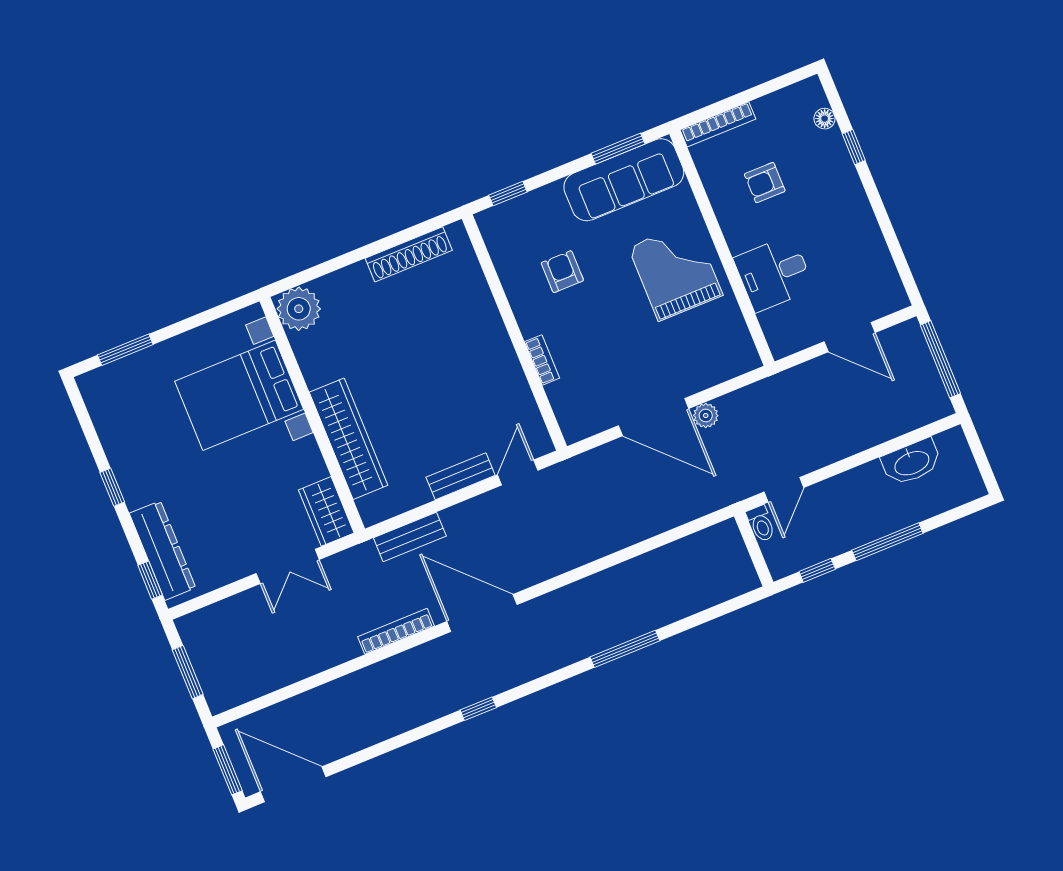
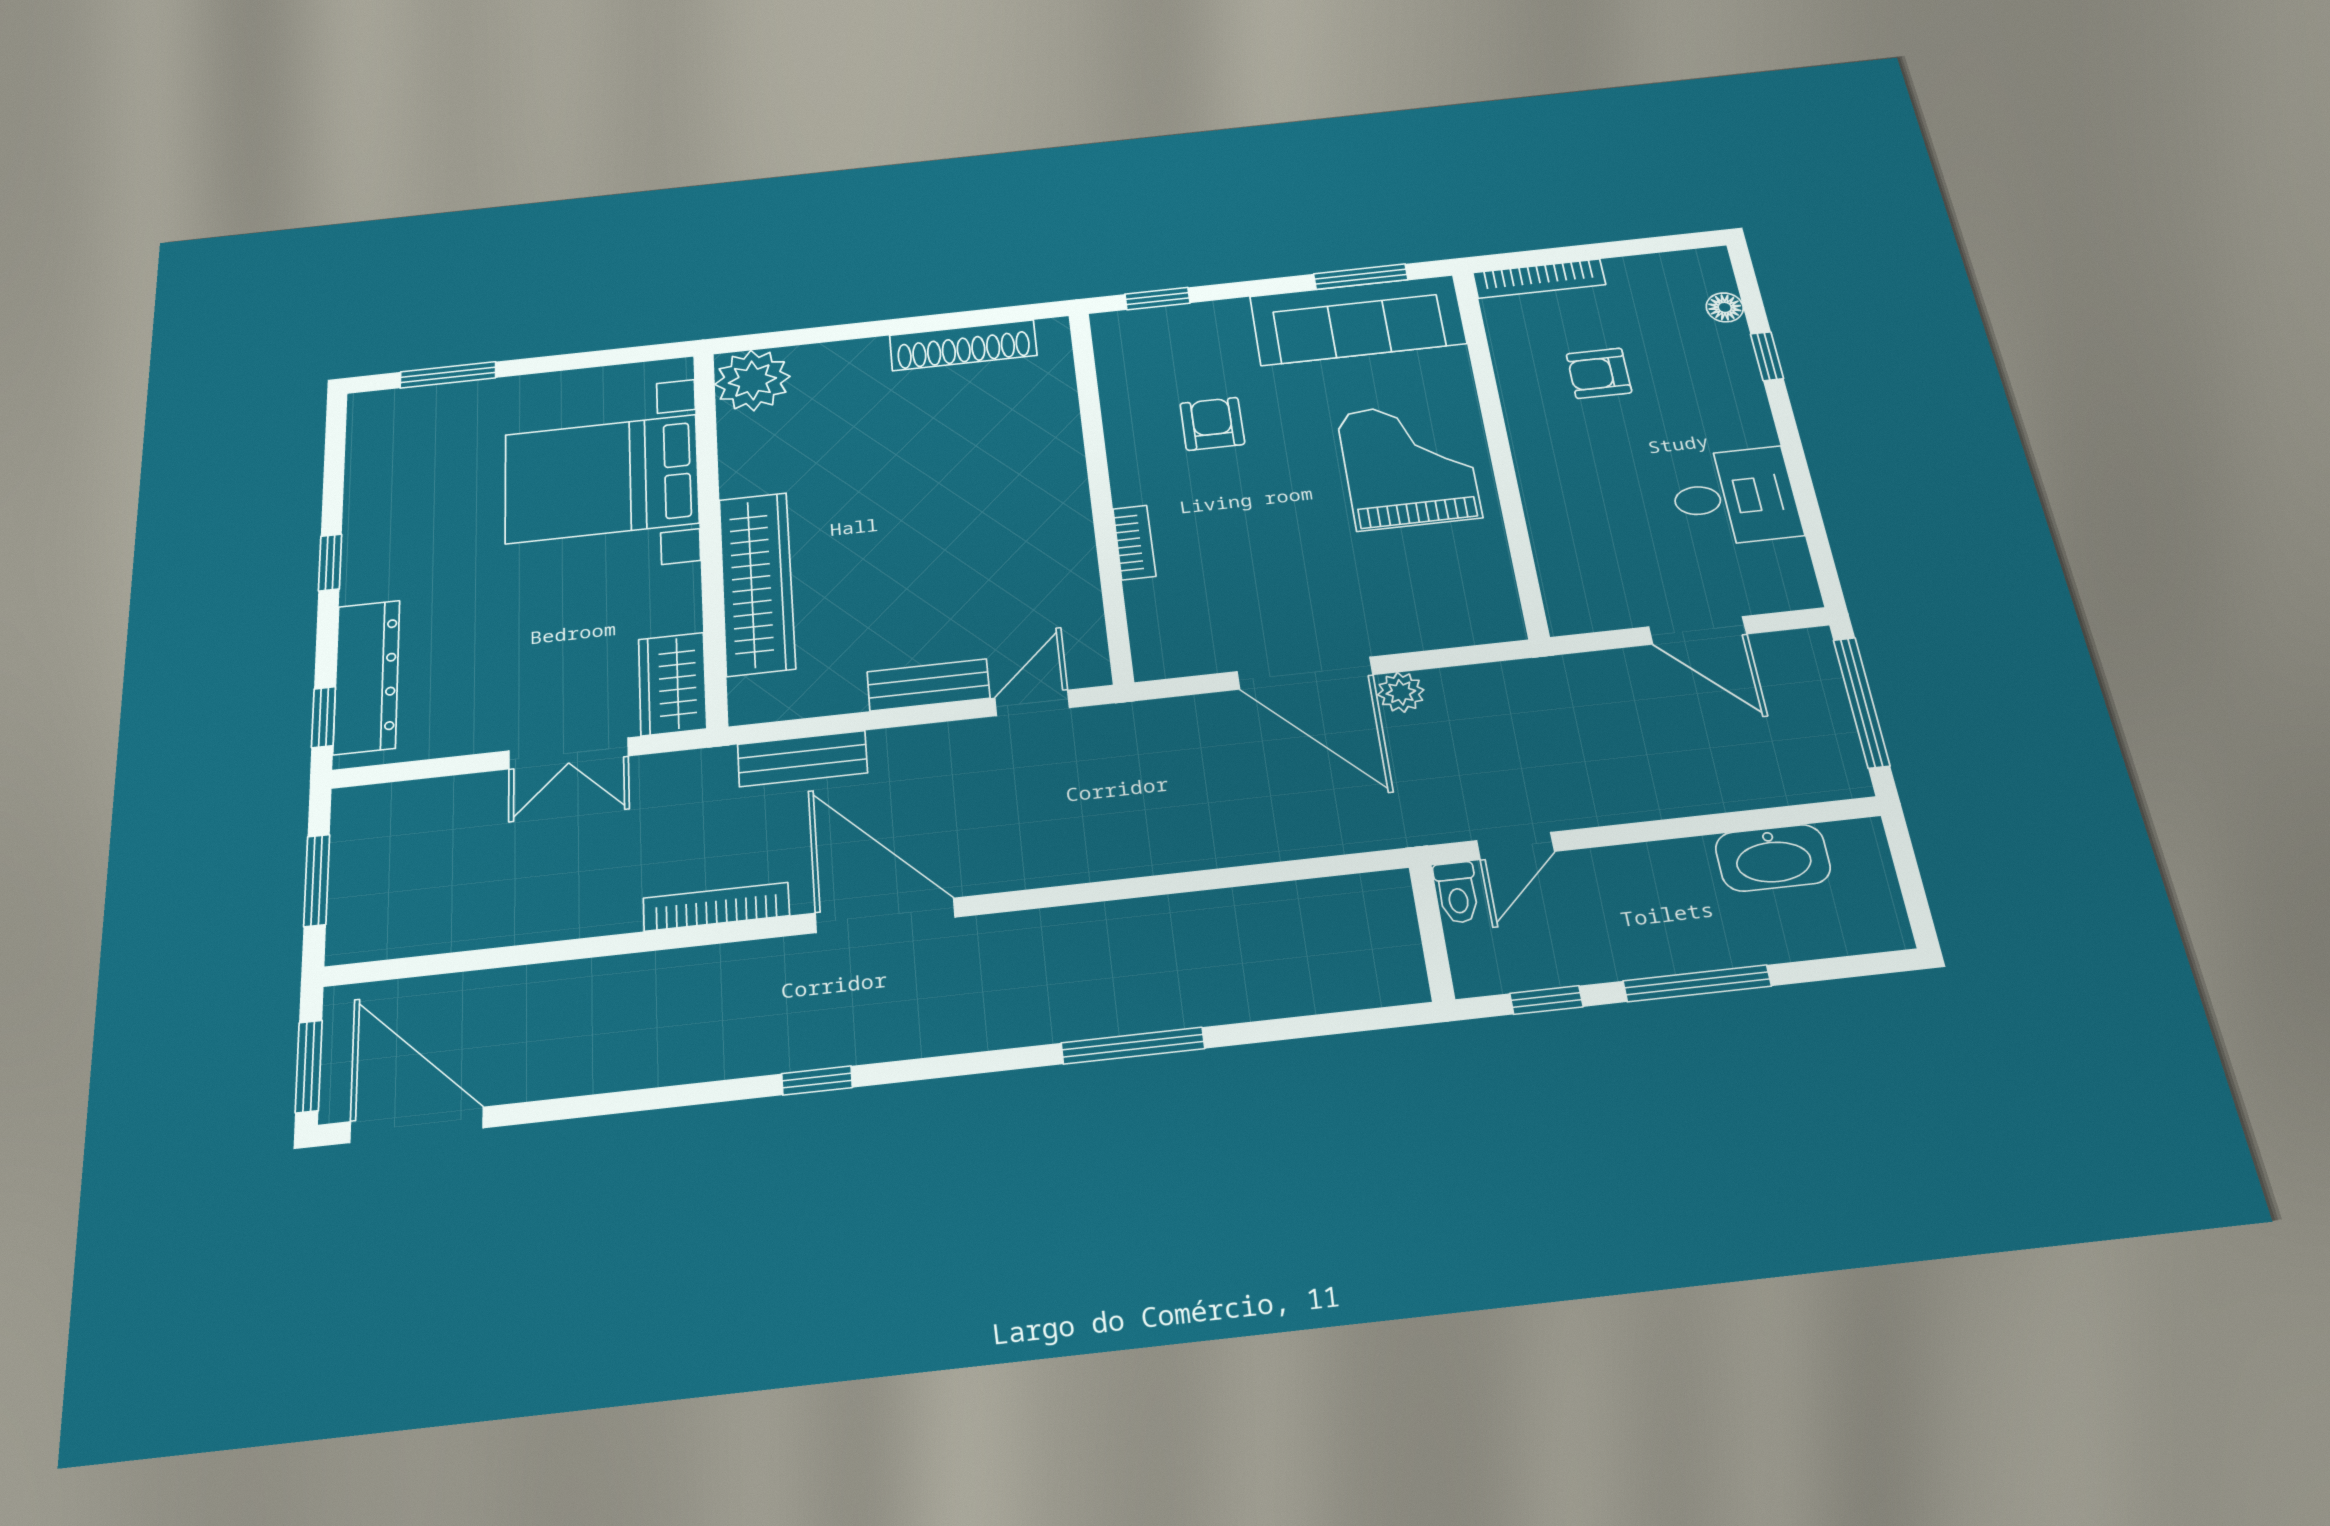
desk: (774, 273) -> (1734, 497), moved, turned 180

